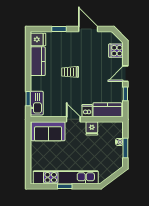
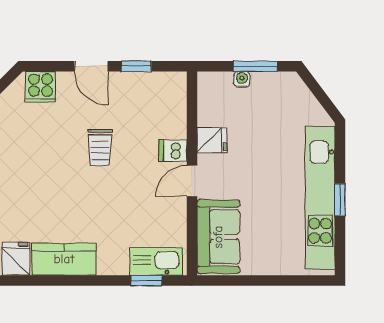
trolley: (70, 72) -> (100, 148), moved
kitchen counter: (107, 110) -> (171, 106), removed

